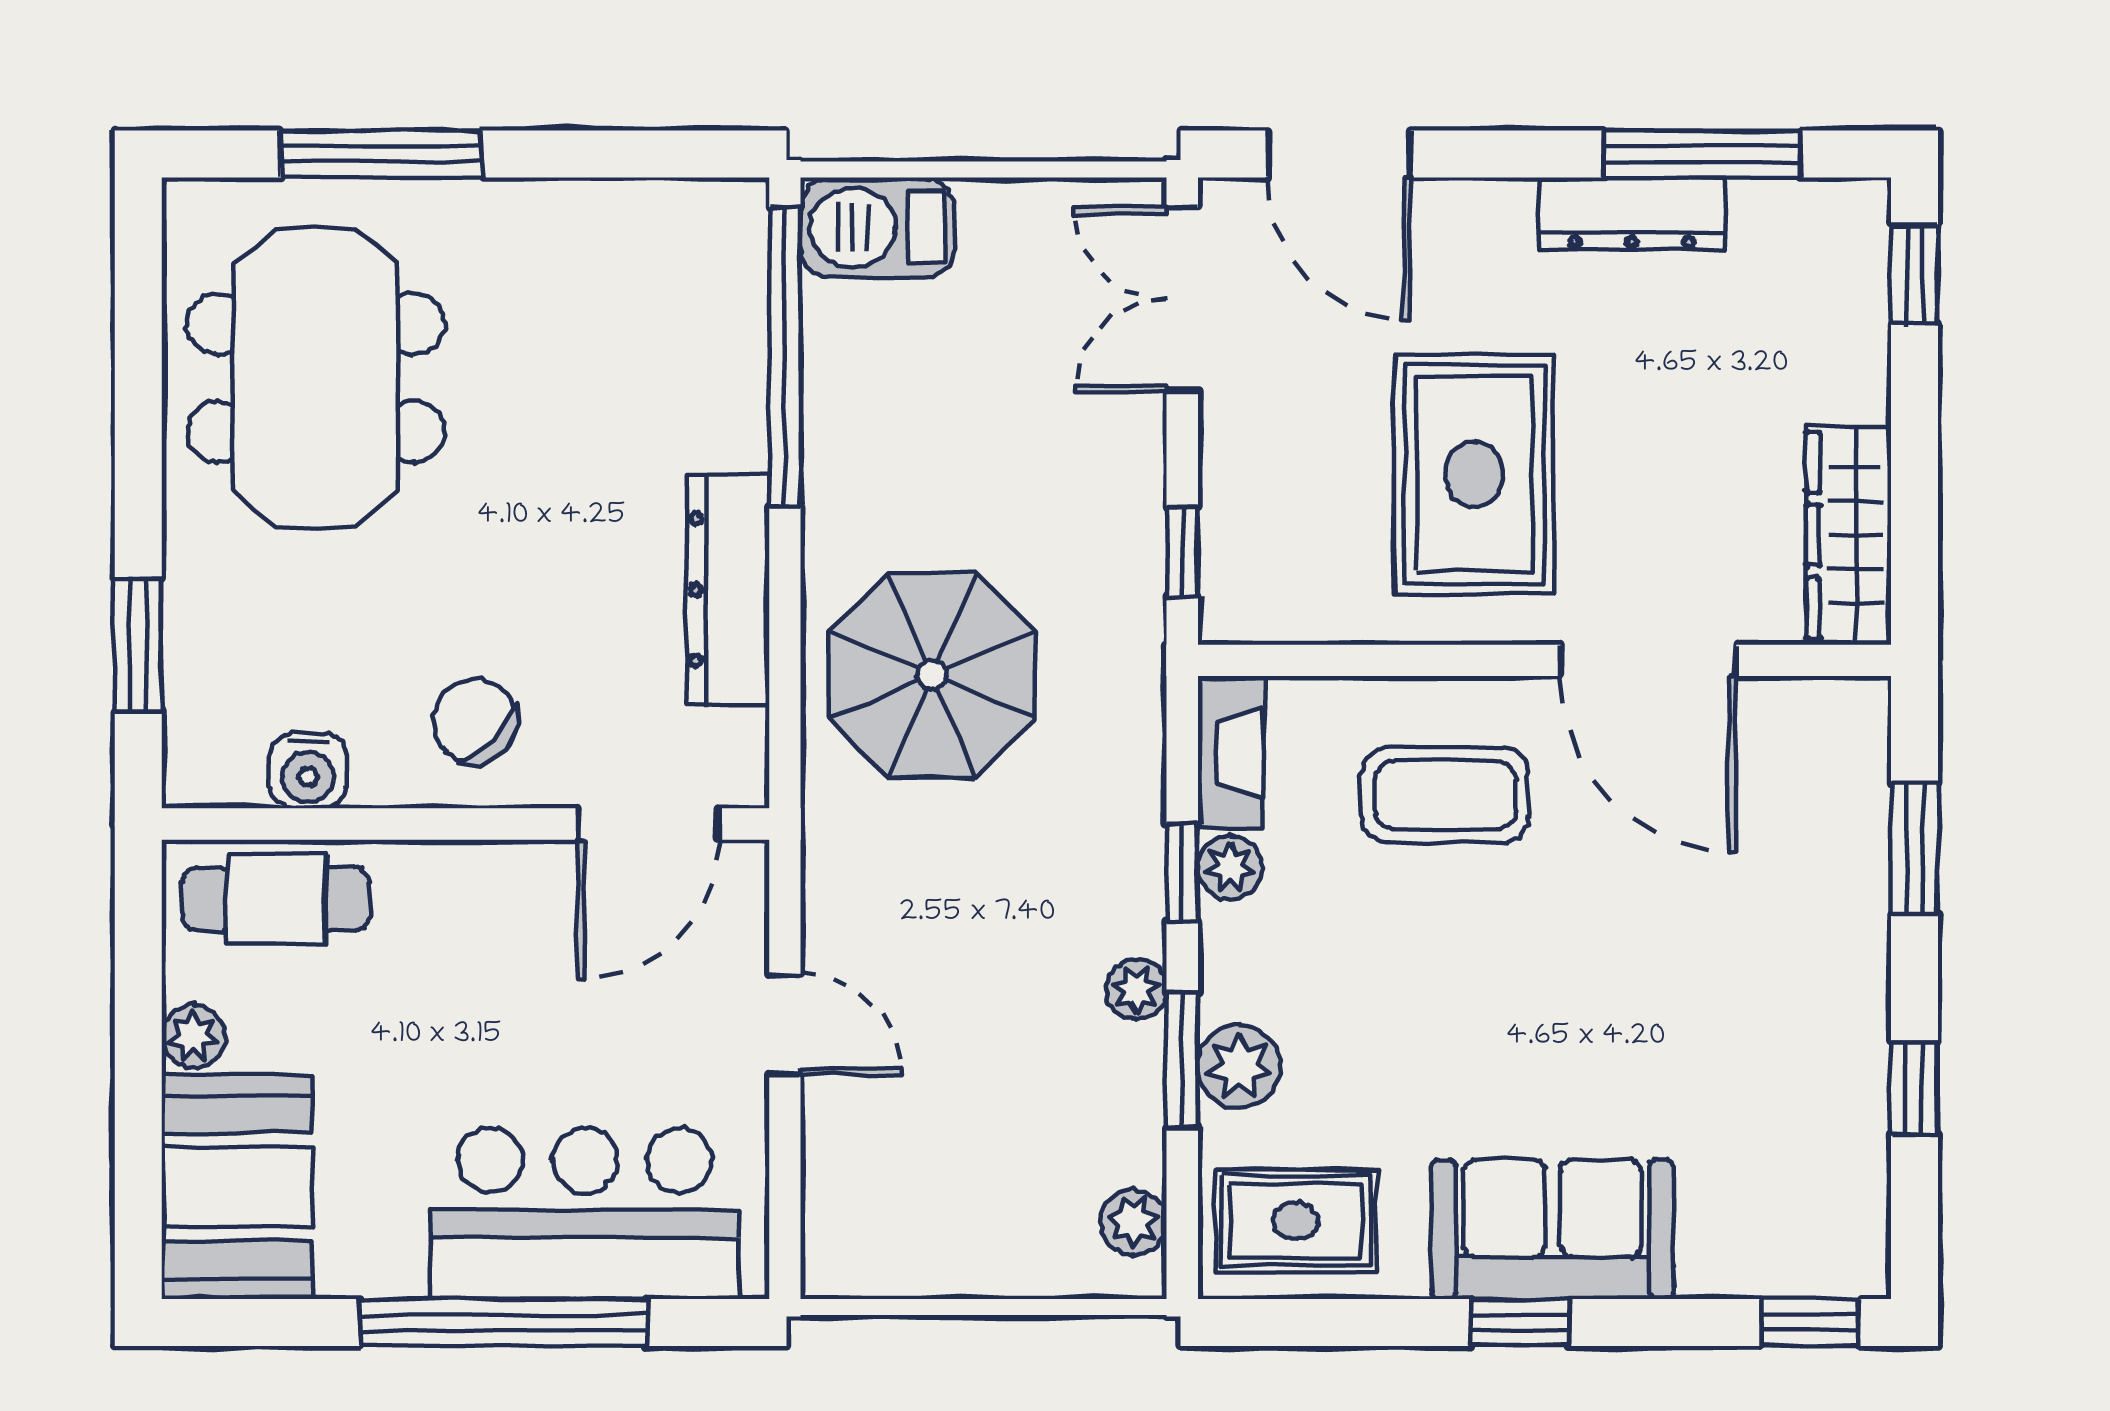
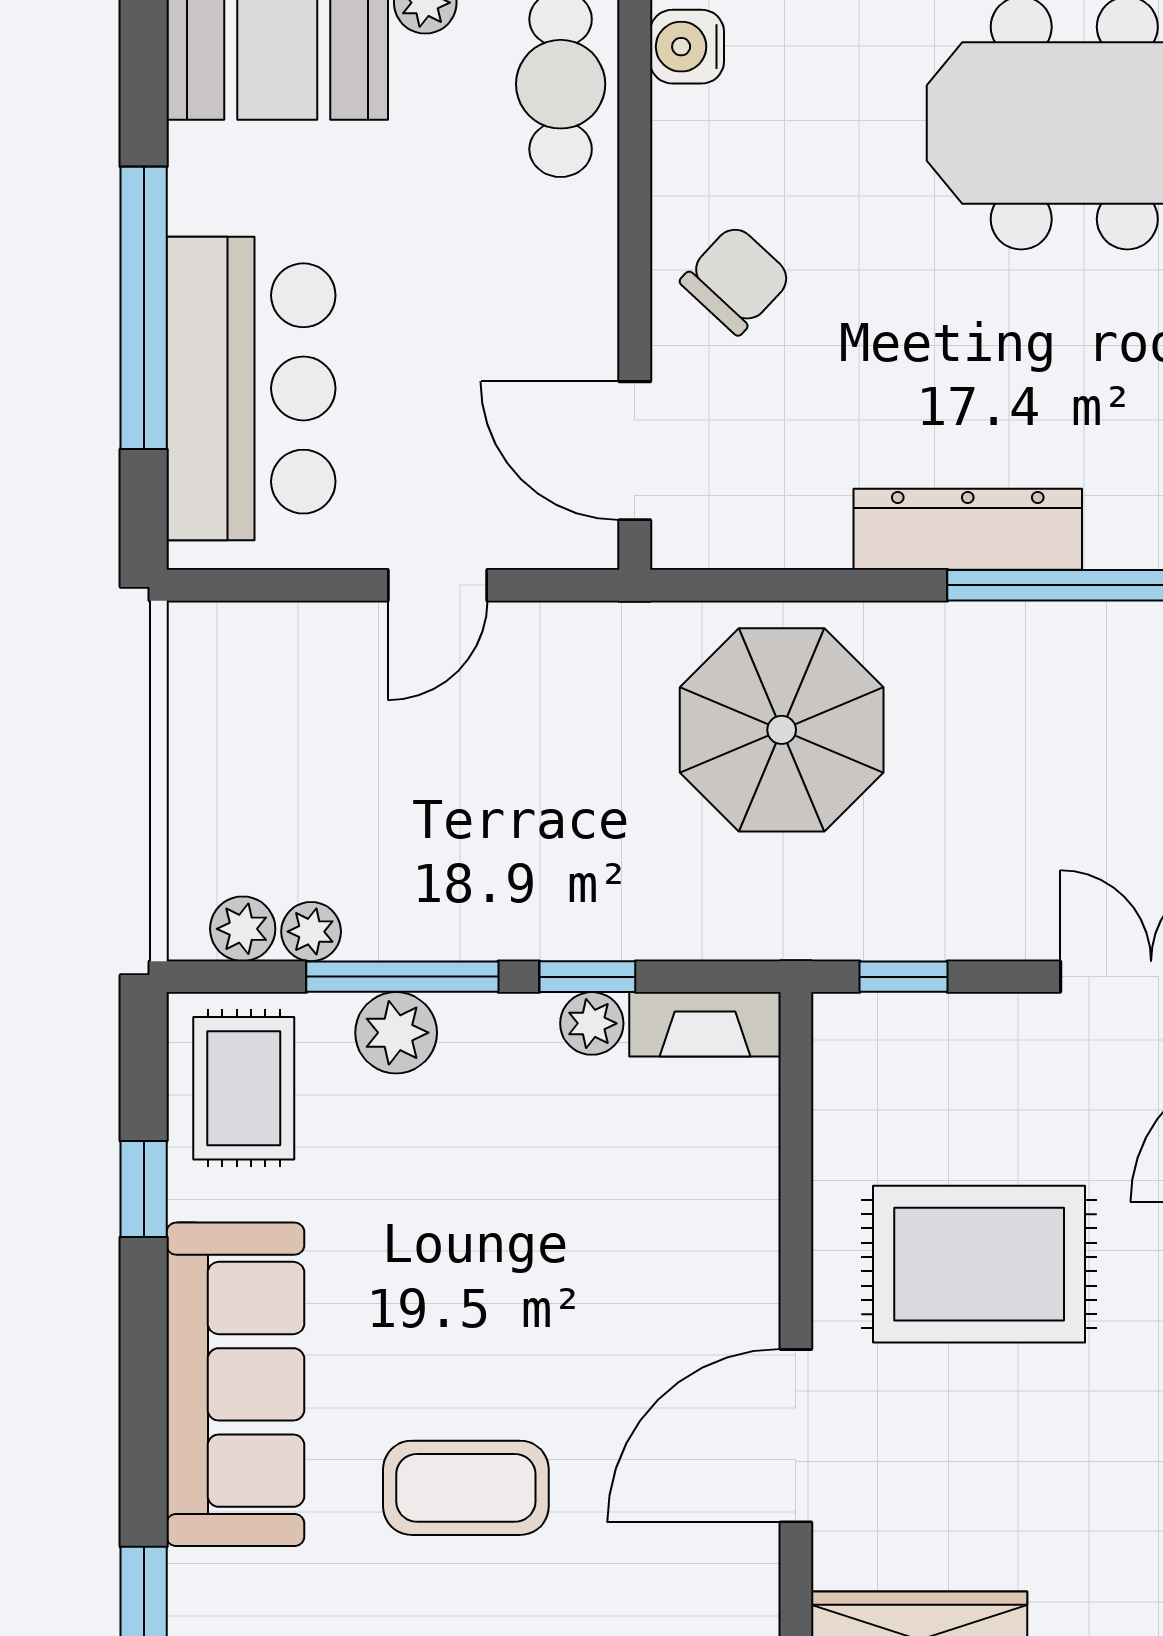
dresser: (728, 590) -> (968, 529), moved
water cooler: (308, 771) -> (687, 47), moved
coffee table: (1445, 795) -> (466, 1488), moved, turned 90
plant: (1136, 990) -> (311, 932), moved
window: (1182, 1060) -> (402, 977), width x1.44
sofa: (1553, 1229) -> (235, 1384), width x1.36
window: (1521, 1323) -> (144, 1189), moved

